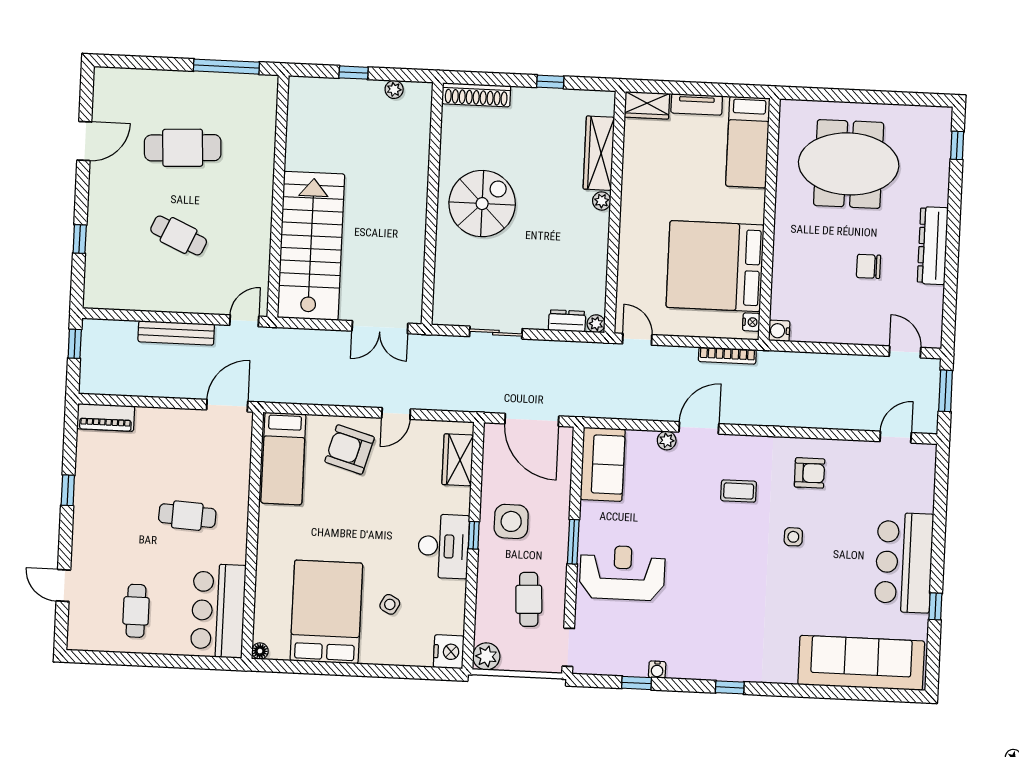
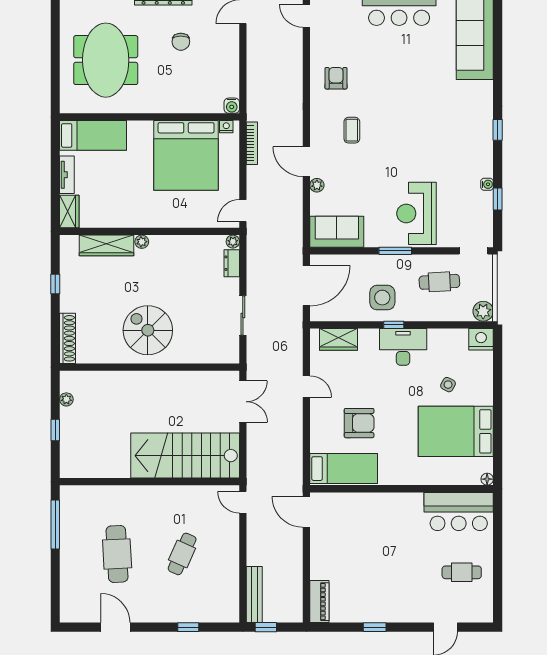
bench: (176, 333) -> (254, 595), moved
armchair: (350, 450) -> (359, 423), moved, turned -106
cafe table: (187, 516) -> (389, 538), removed
side table: (793, 537) -> (384, 88), removed

